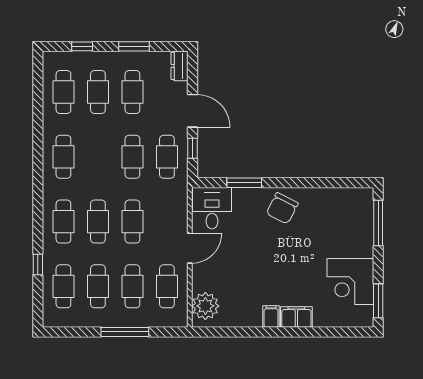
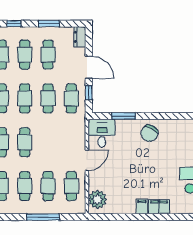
cafe table: (132, 222) -> (25, 98), moved

